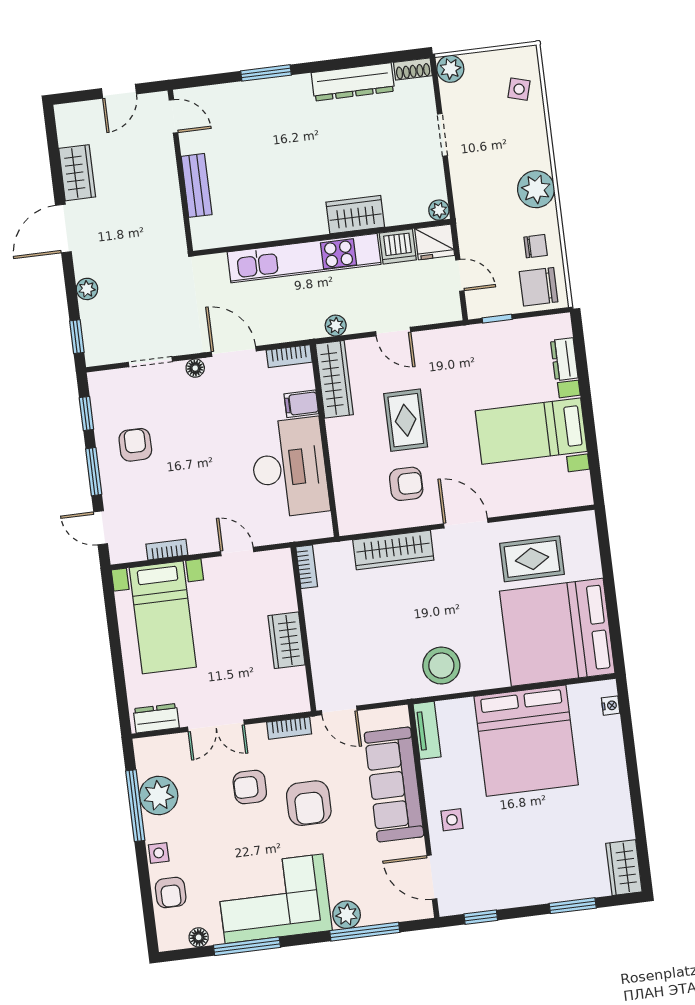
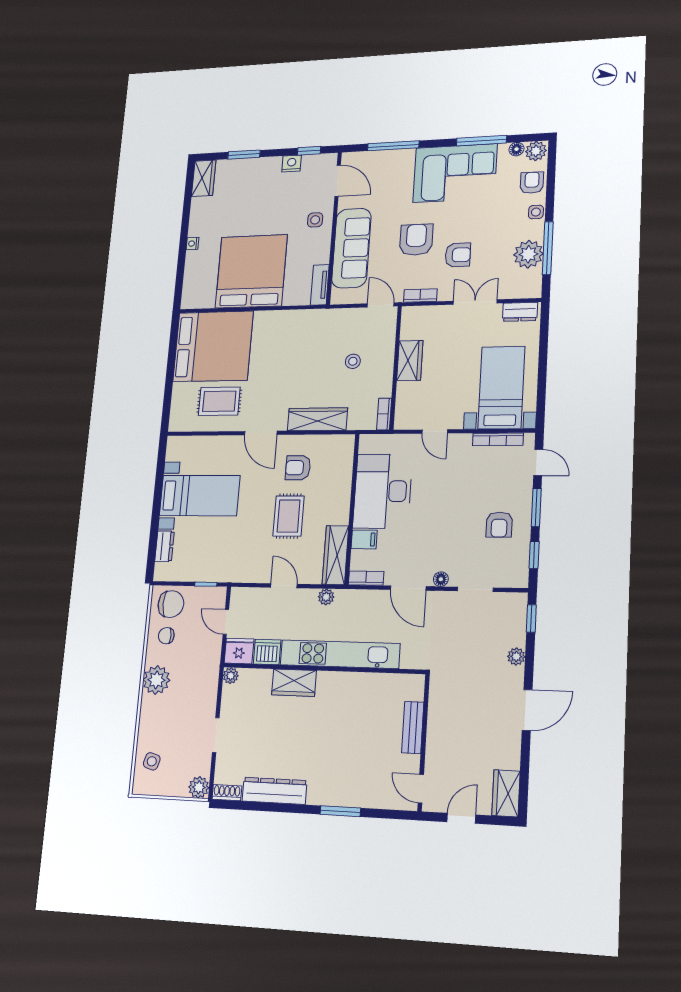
wardrobe: (77, 173) -> (506, 793), moved
bookcase: (167, 550) -> (498, 439), width x1.56
stool: (441, 666) -> (353, 361), moved, width x0.53, depth x0.53
nightstand: (611, 706) -> (192, 243), moved
nightstand: (502, 897) -> (292, 163), added
plant: (347, 915) -> (536, 151), moved

